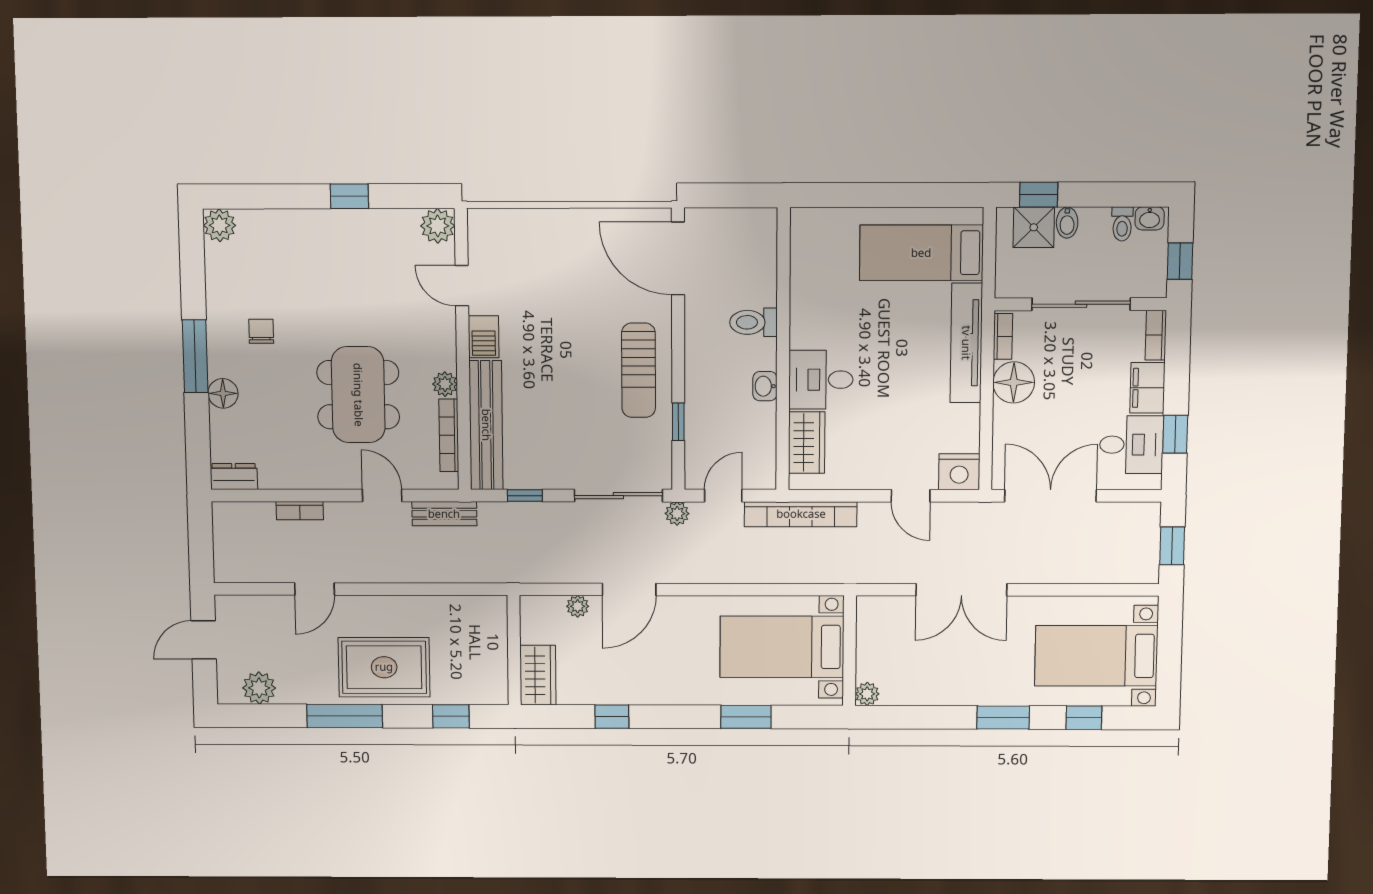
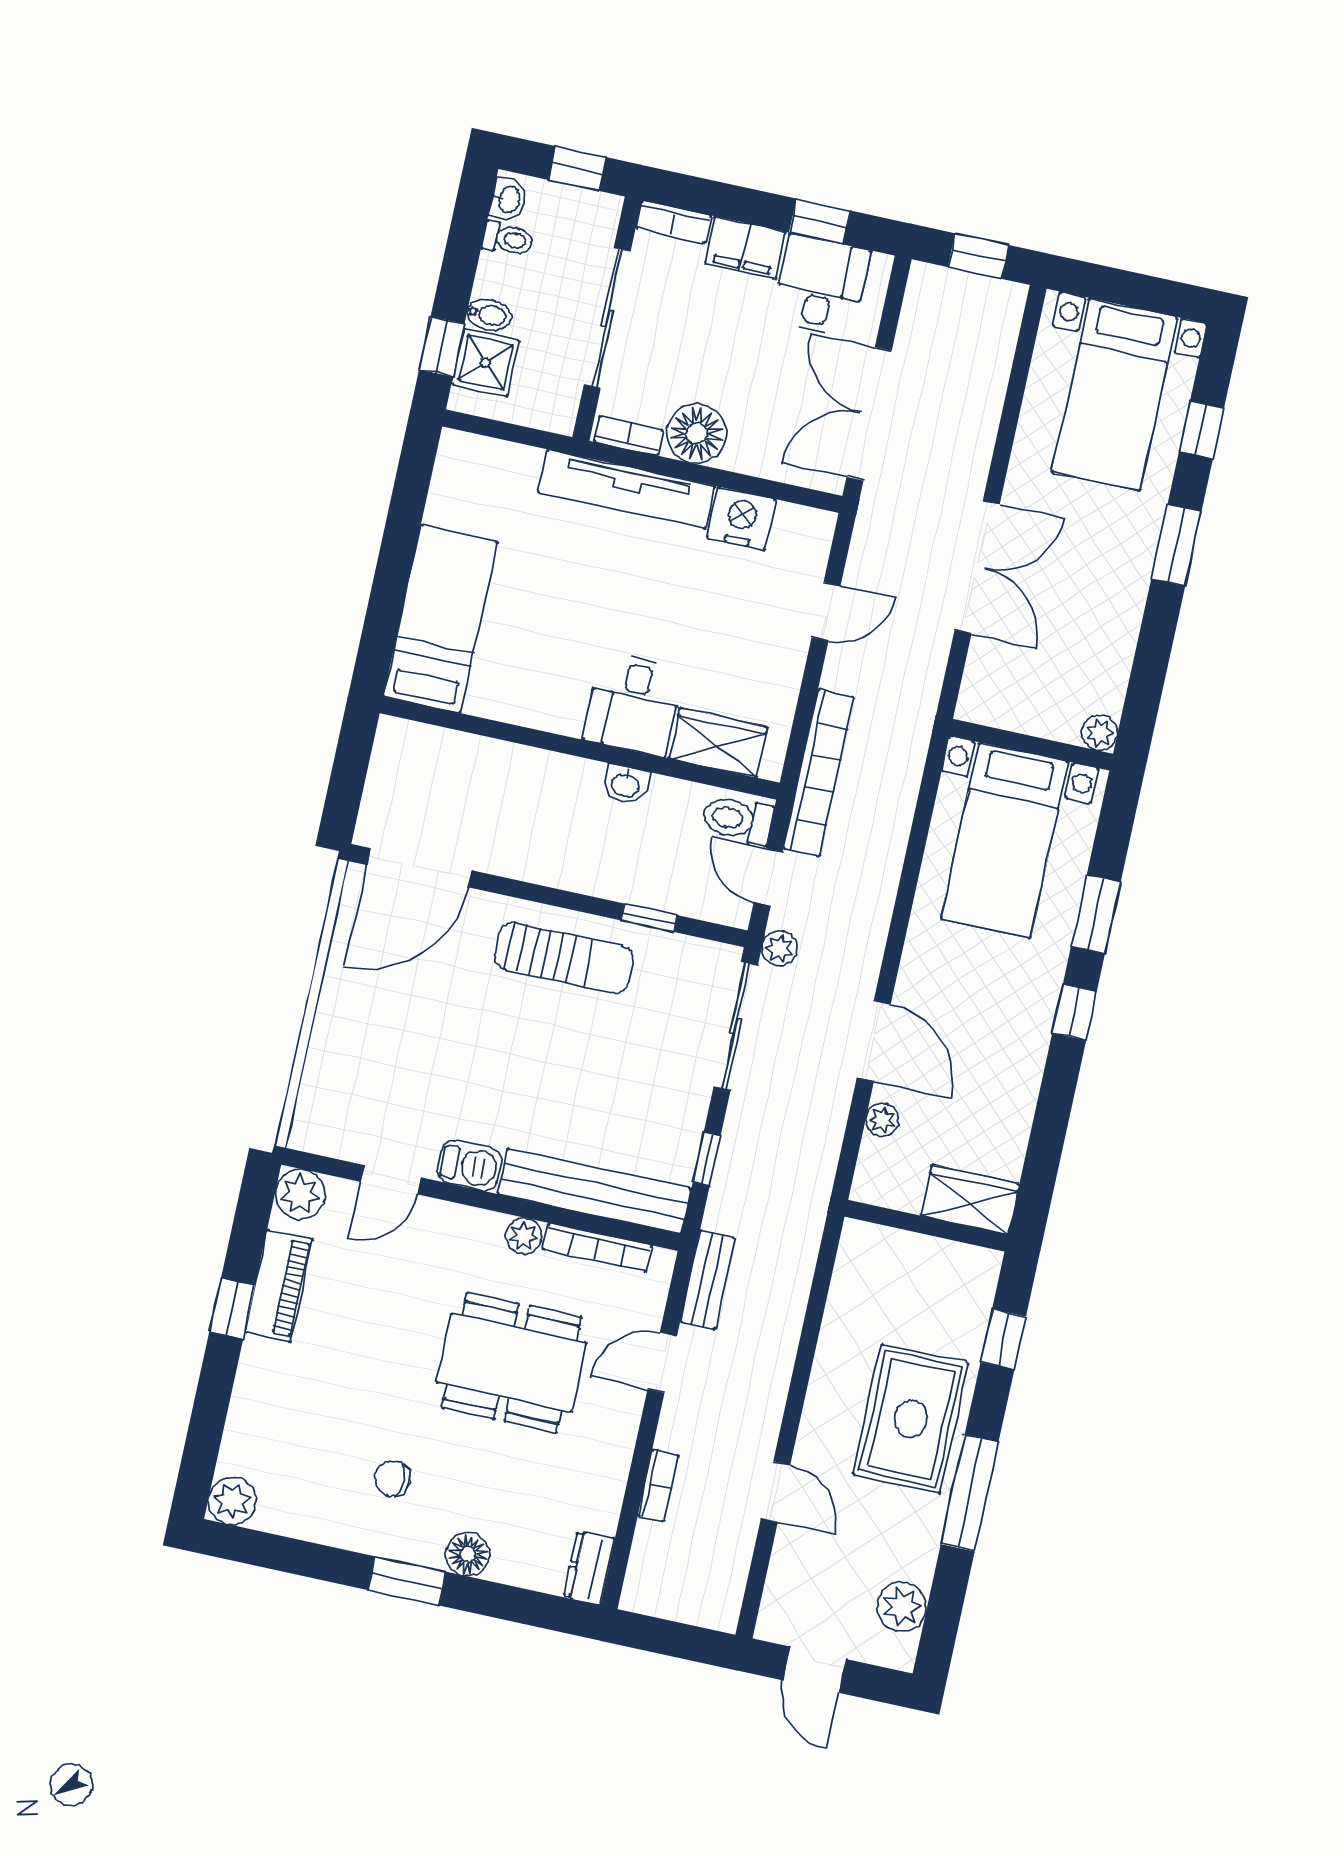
piano: (372, 225) -> (279, 1286), added
bed: (921, 253) -> (441, 619), moved, turned 180
toilet: (754, 322) -> (737, 819), moved, turned 90
window: (195, 356) -> (407, 1581), width x0.69
nightstand: (959, 472) -> (742, 519), moved, turned -90
window: (612, 717) -> (1074, 1012), moved

